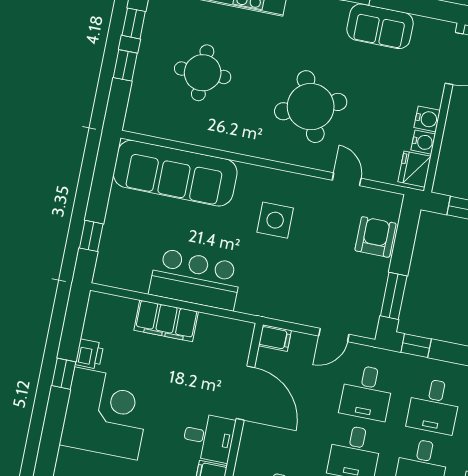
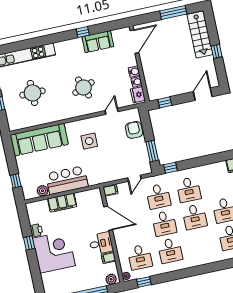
round table: (311, 107) -> (83, 88), width x0.73, depth x0.73
door: (347, 179) -> (112, 111), hinge flipped
plant: (137, 280) -> (42, 191), added

